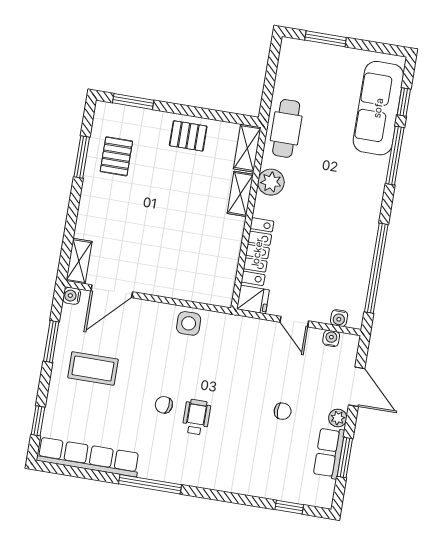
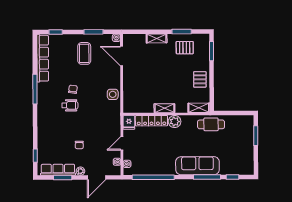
sofa: (378, 108) -> (197, 166), moved
plant: (271, 182) -> (175, 122), moved
shelving: (240, 194) -> (164, 108), moved
shelving: (79, 261) -> (157, 38), moved
row of seats: (329, 453) -> (58, 170), width x1.48

